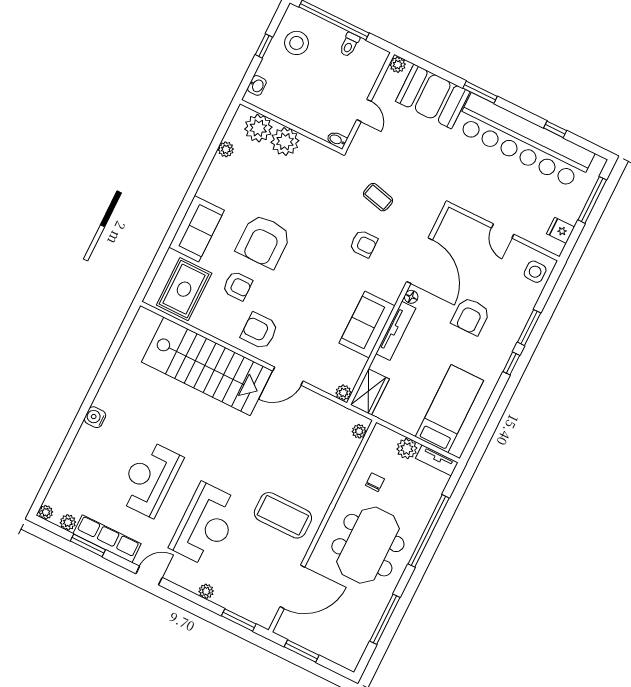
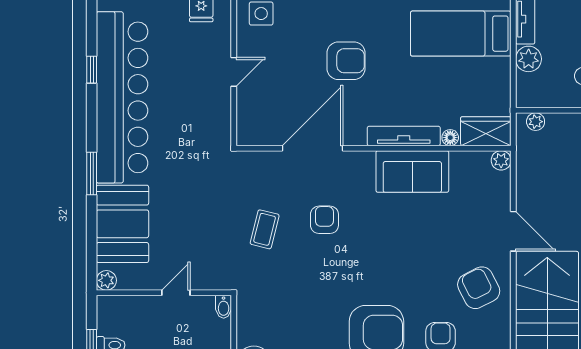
floor lamp: (411, 297) -> (450, 138), moved
armchair: (259, 331) -> (479, 288), turned 153

